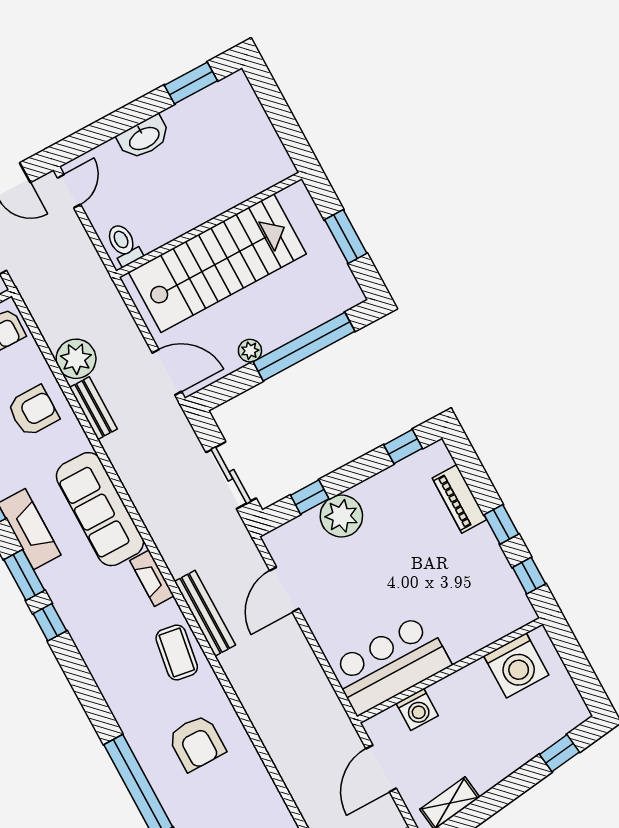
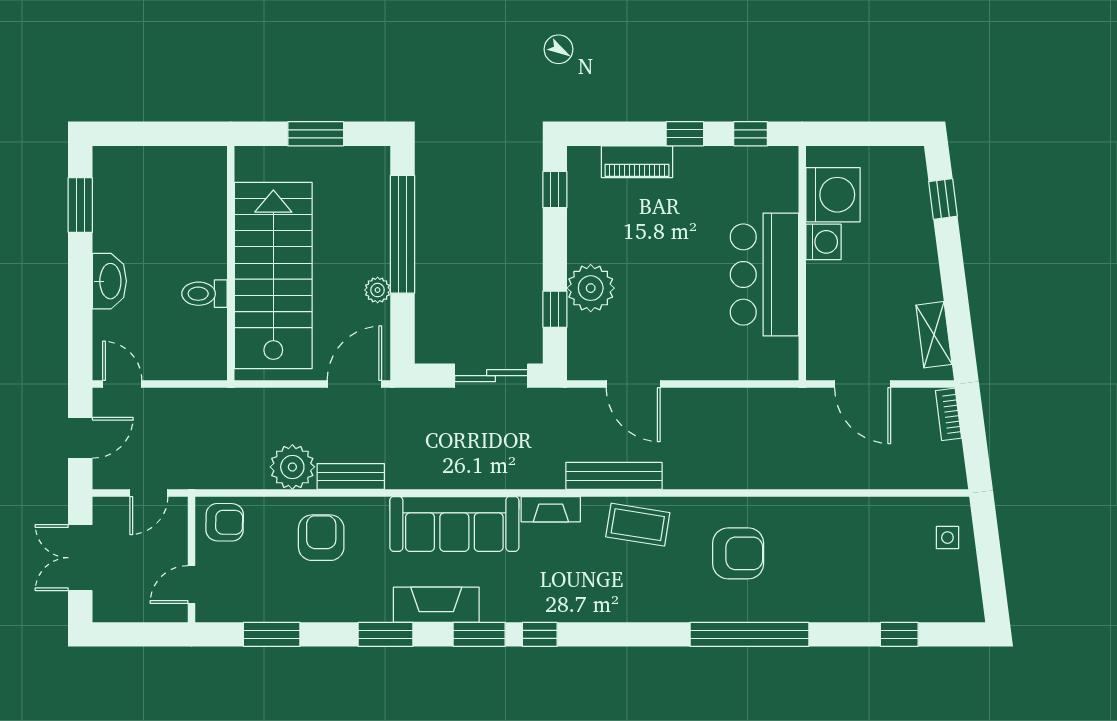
toilet: (124, 244) -> (204, 294), moved
bar counter: (390, 665) -> (764, 275), moved
washing machine: (417, 710) -> (823, 242), moved

